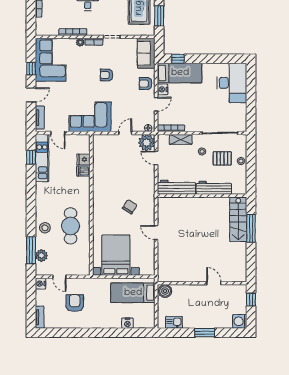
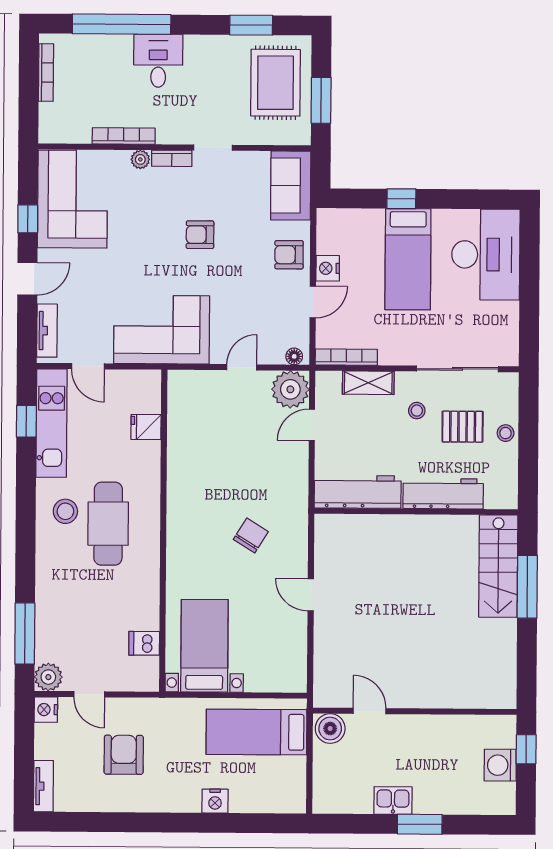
window: (178, 59) -> (401, 199), moved
bed: (180, 73) -> (408, 259), moved, turned 90
door: (156, 158) -> (312, 425), hinge flipped
dishwasher: (83, 171) -> (144, 643), moved
cafe table: (71, 226) -> (108, 524), moved
stool: (45, 228) -> (65, 511), moved
bed with nightstands: (116, 255) -> (204, 646), width x0.73
plant: (41, 256) -> (48, 677), moved
door: (214, 283) -> (369, 711), moved
washing machine: (240, 321) -> (500, 765), moved
kitchen sink: (174, 322) -> (393, 800), moved
nightstand: (127, 323) -> (215, 801), moved

